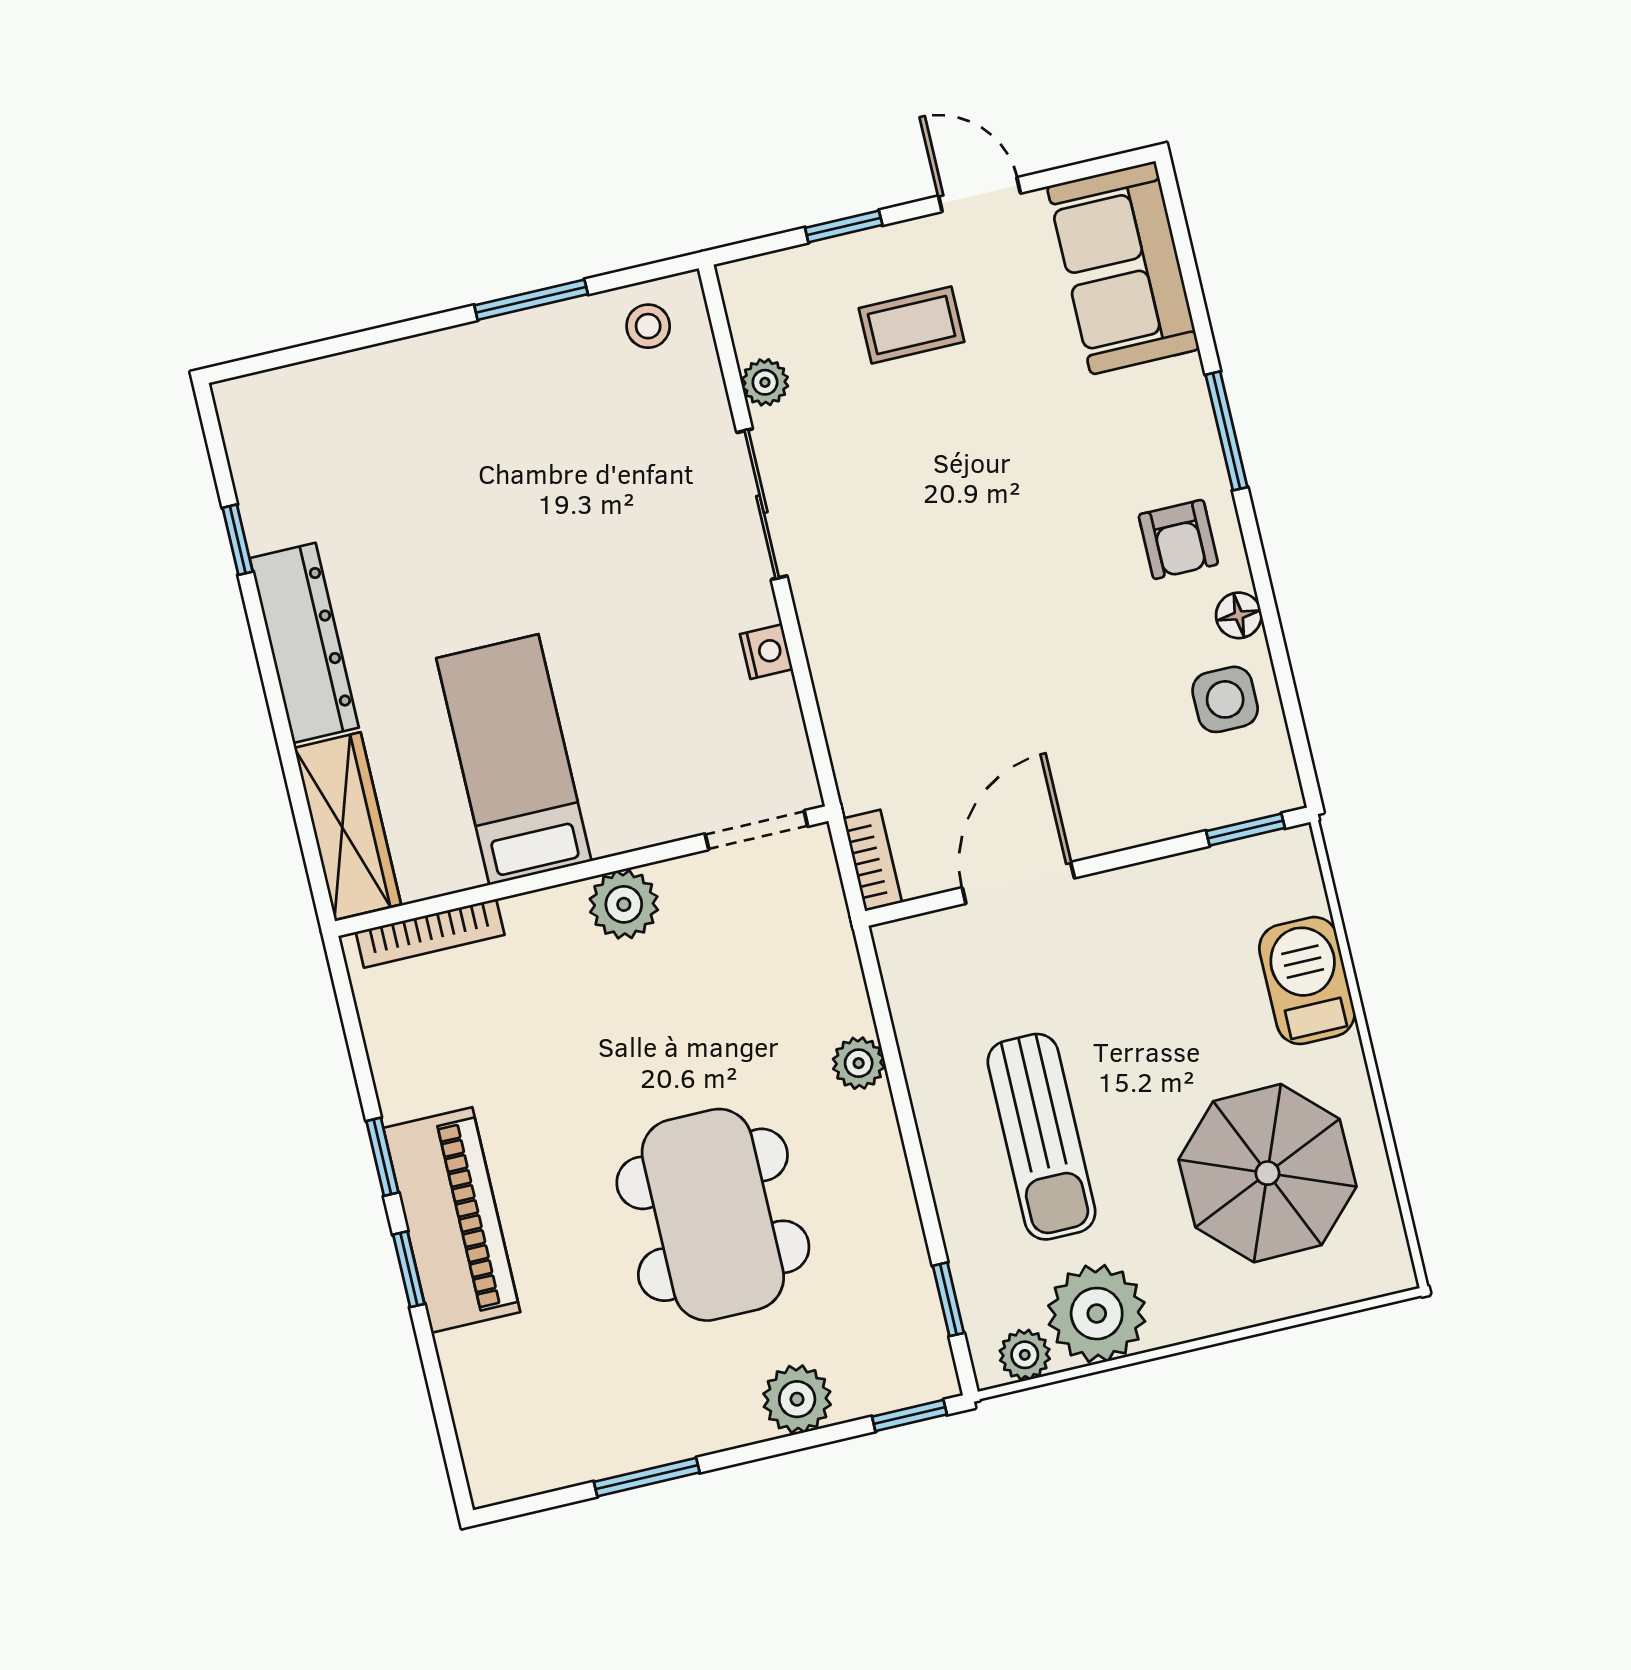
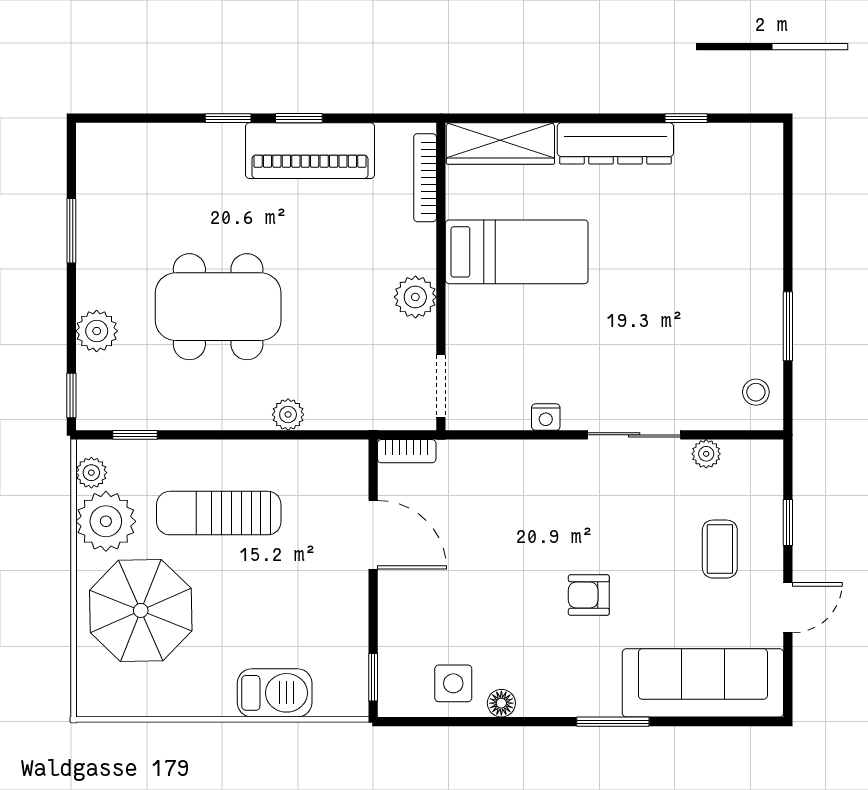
sofa: (1123, 268) -> (703, 683), width x1.36
armchair: (1178, 539) -> (589, 595), moved
parasol: (1267, 1173) -> (141, 610), moved
piano: (452, 1220) -> (310, 151), moved

